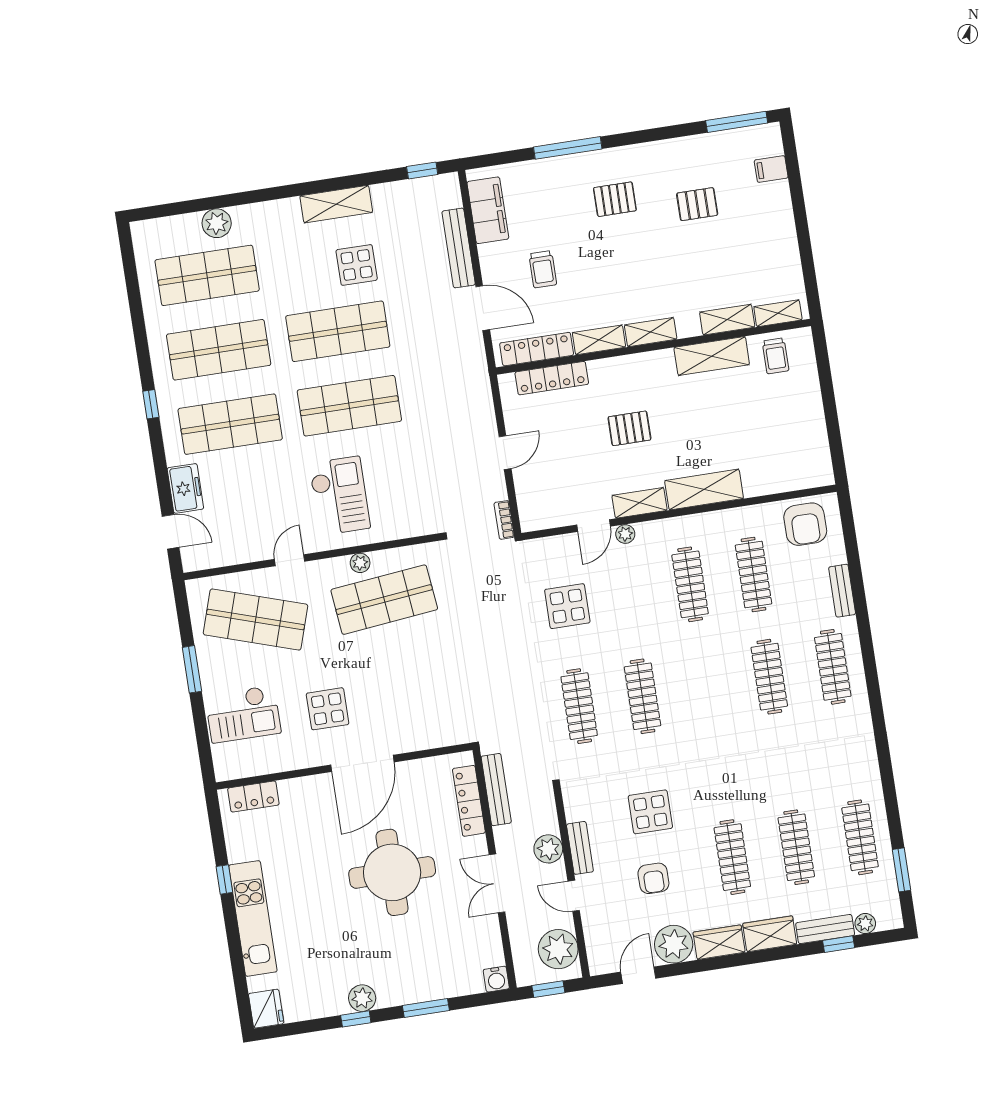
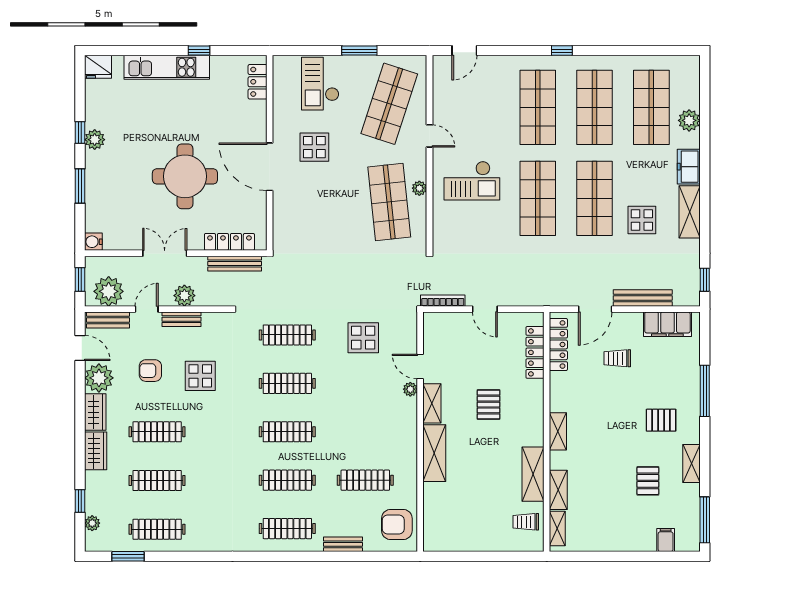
pallet: (615, 199) -> (661, 420), turned 90
shelving: (599, 340) -> (691, 464), moved
freezer: (185, 488) -> (689, 167), moved, turned 90
bookcase: (504, 520) -> (443, 301), width x1.56
clothes rail: (690, 584) -> (287, 432), moved
bench: (825, 929) -> (108, 320), moved, turned 90

